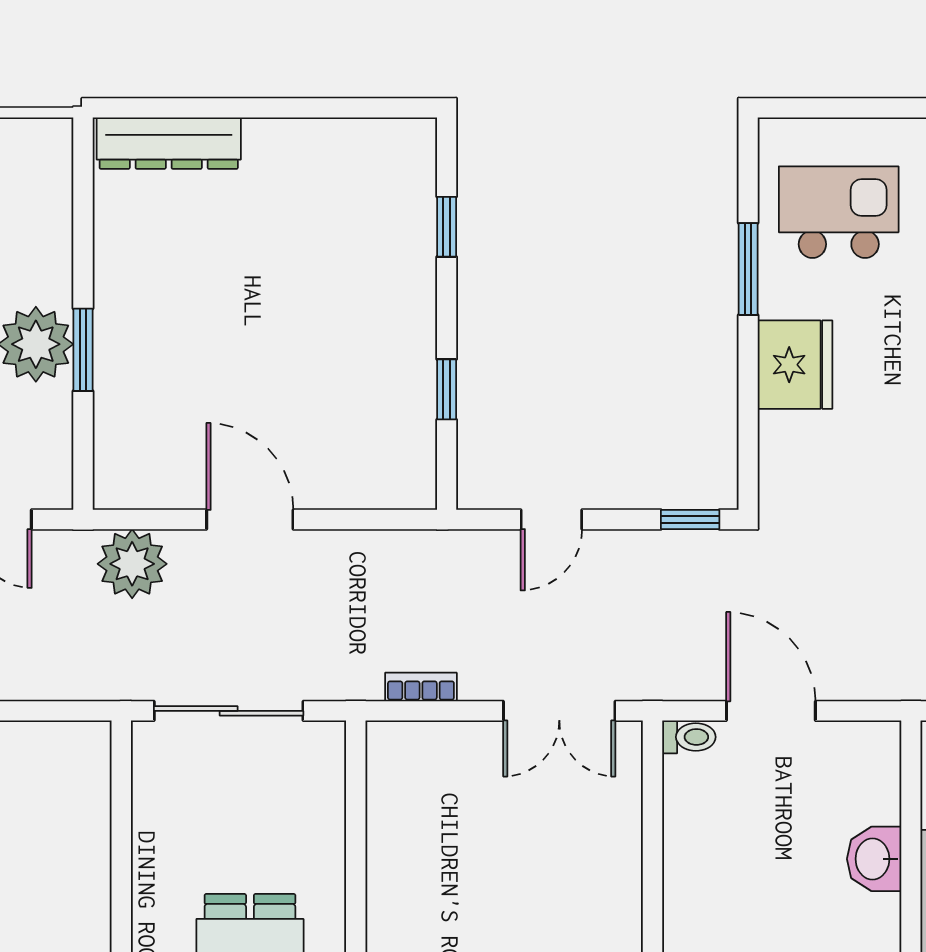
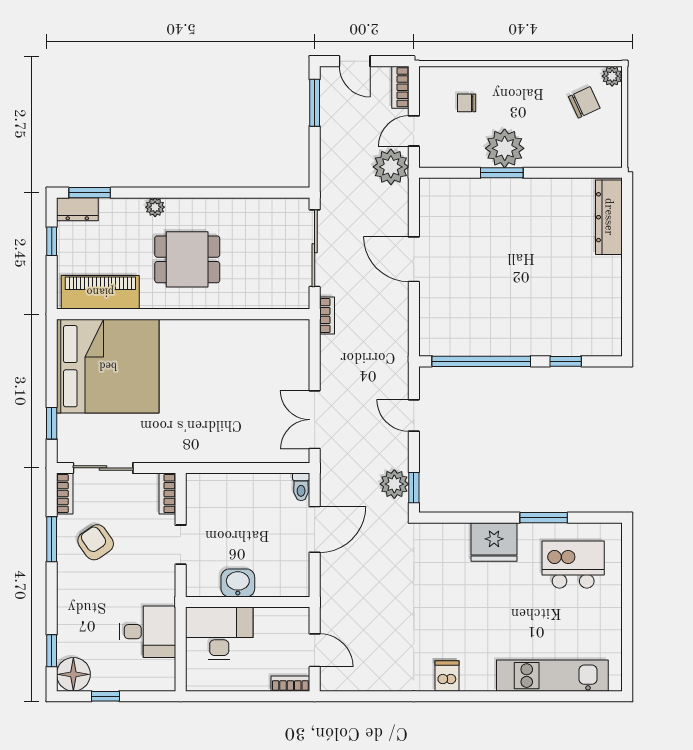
kitchen island: (839, 212) -> (573, 565), turned -90
window: (447, 389) -> (481, 361), width x3.17
door: (250, 519) -> (414, 259), swing flipped
plant: (683, 557) -> (394, 484), added
plant: (132, 564) -> (391, 167), moved
bookcase: (421, 687) -> (327, 316), moved

